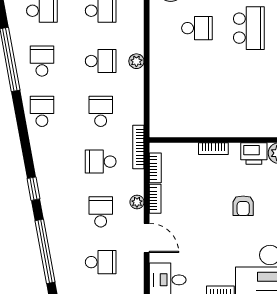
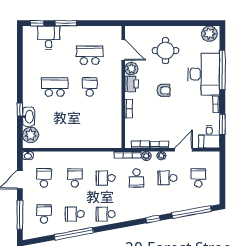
school desk: (197, 28) -> (90, 87), moved
plant: (136, 61) -> (146, 156), moved

